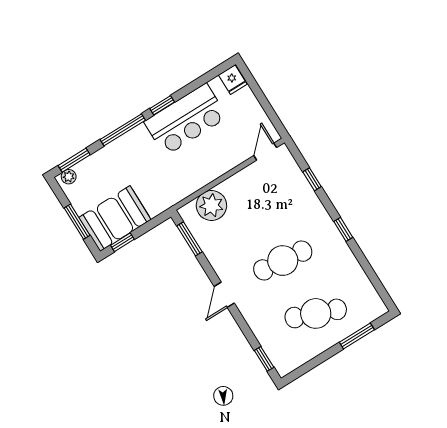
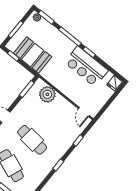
door: (265, 152) -> (84, 112), swing flipped
booth: (115, 219) -> (33, 55), moved

